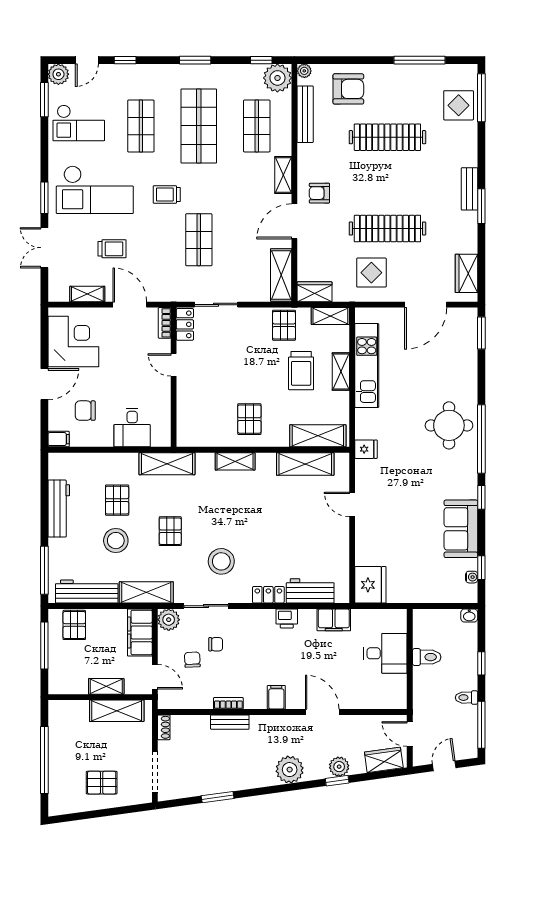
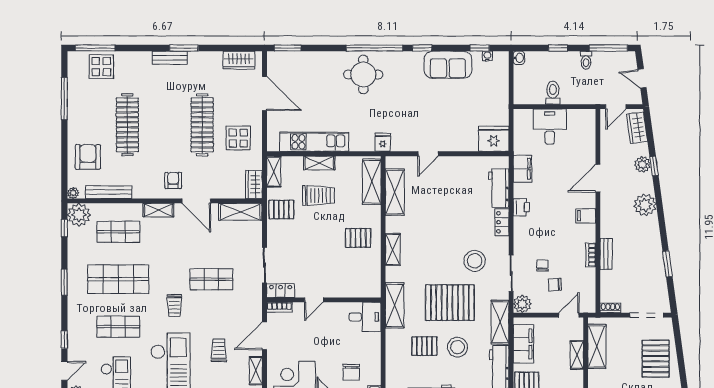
door: (87, 60) -> (64, 371), hinge flipped
armchair: (319, 193) -> (173, 181), turned 180
desk: (132, 428) -> (365, 317), moved
pallet: (170, 531) -> (450, 303), width x2.05, depth x2.00
filing cabinet: (140, 632) -> (523, 344), moved, turned -90
pallet: (102, 783) -> (656, 359), width x1.50, depth x1.42

